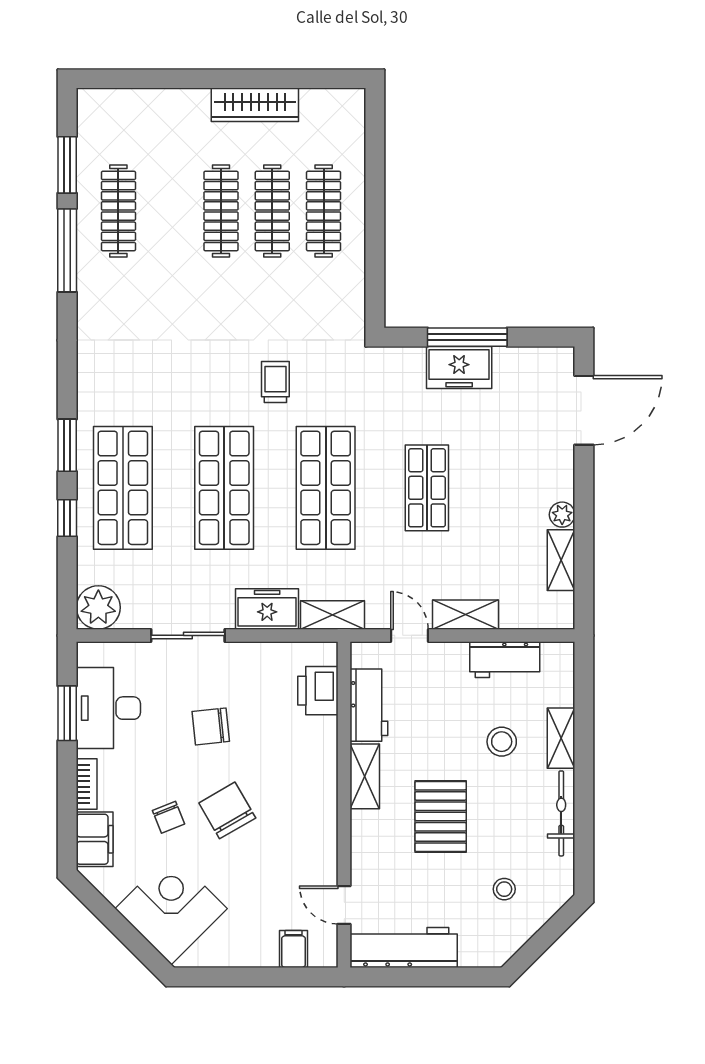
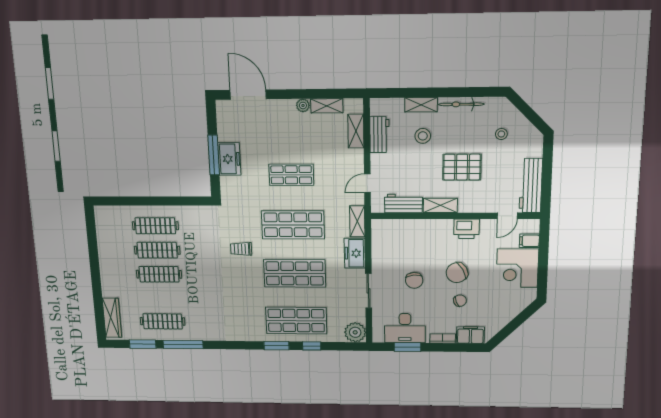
wardrobe: (255, 105) -> (112, 318), moved
shelving: (466, 615) -> (356, 131), moved
printer: (318, 691) -> (466, 229), moved
corner desk: (171, 909) -> (517, 268), moved, turned -45

